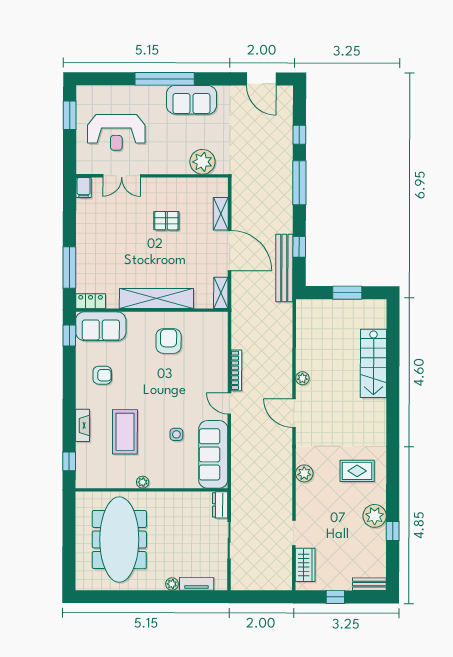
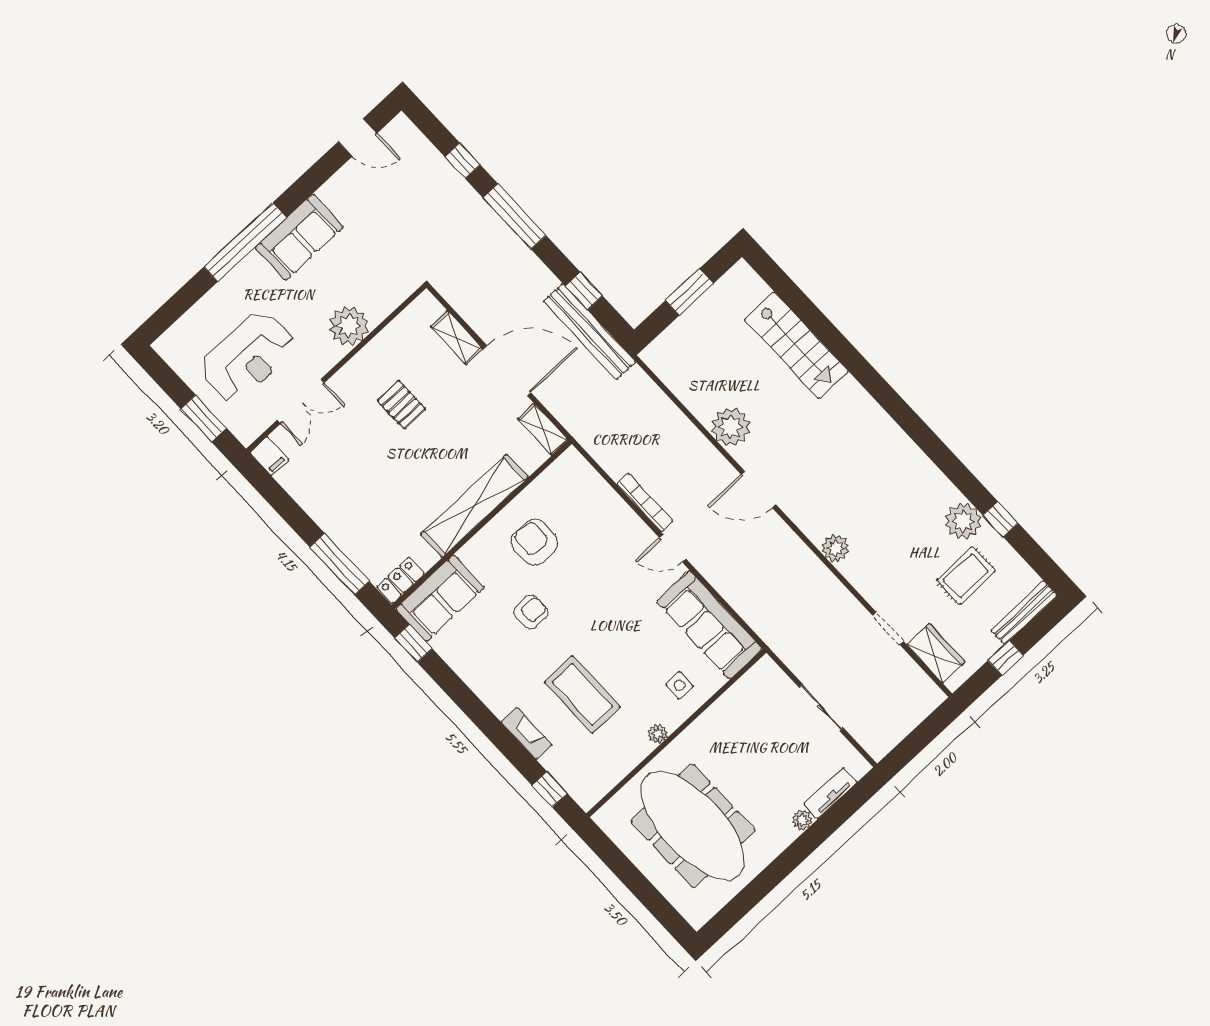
door: (261, 79) -> (358, 137), width x0.73
window: (70, 115) -> (204, 418), moved
plant: (202, 162) -> (349, 326), moved
pallet: (166, 221) -> (401, 405), turned 90
armchair: (102, 375) -> (531, 612), moved
plant: (302, 378) -> (731, 427), width x1.88, depth x1.88
side table: (176, 434) -> (679, 685), moved
rug: (357, 471) -> (966, 575), moved
dresser: (220, 505) -> (772, 676), removed
bench: (369, 584) -> (1024, 613), width x1.36

